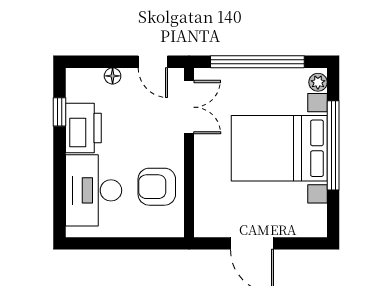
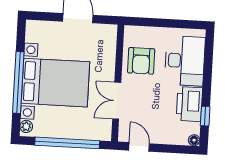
floor lamp: (113, 76) -> (194, 140), moved
double door: (189, 107) -> (117, 101), moved
armchair: (157, 187) -> (141, 61), turned 90

